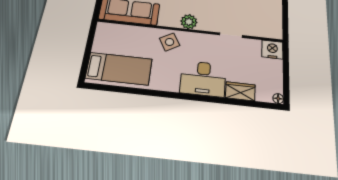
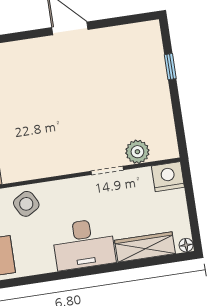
plant: (189, 22) -> (137, 152), moved
wardrobe: (240, 91) -> (145, 247), width x1.50

